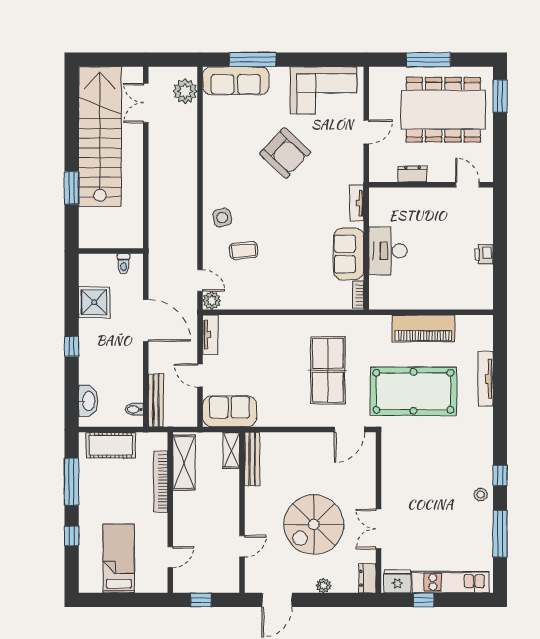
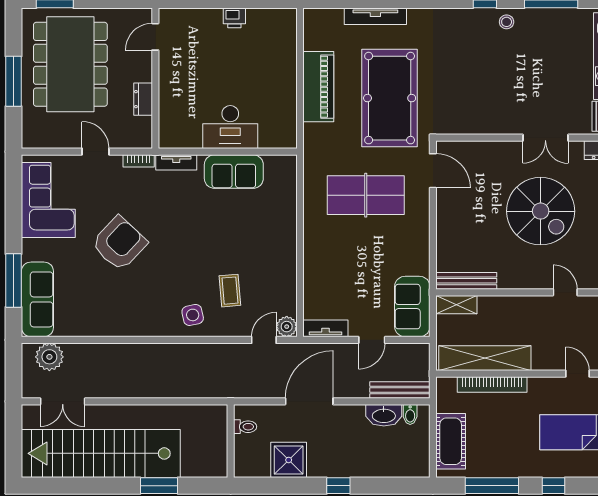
bookcase: (358, 295) -> (139, 161), moved
washbasin: (88, 401) -> (384, 415), moved, turned 180
shelving: (184, 463) -> (485, 358), width x1.47

